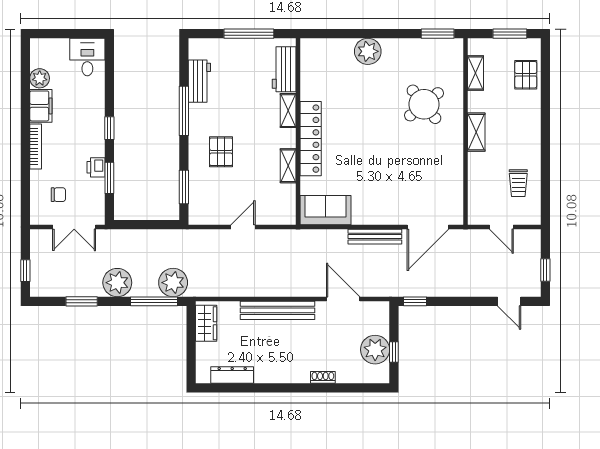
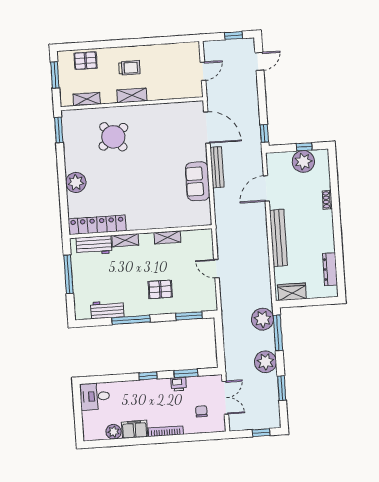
locker: (311, 139) -> (97, 225), moved
trolley: (518, 183) -> (129, 68), moved
sofa: (325, 210) -> (198, 181), moved

